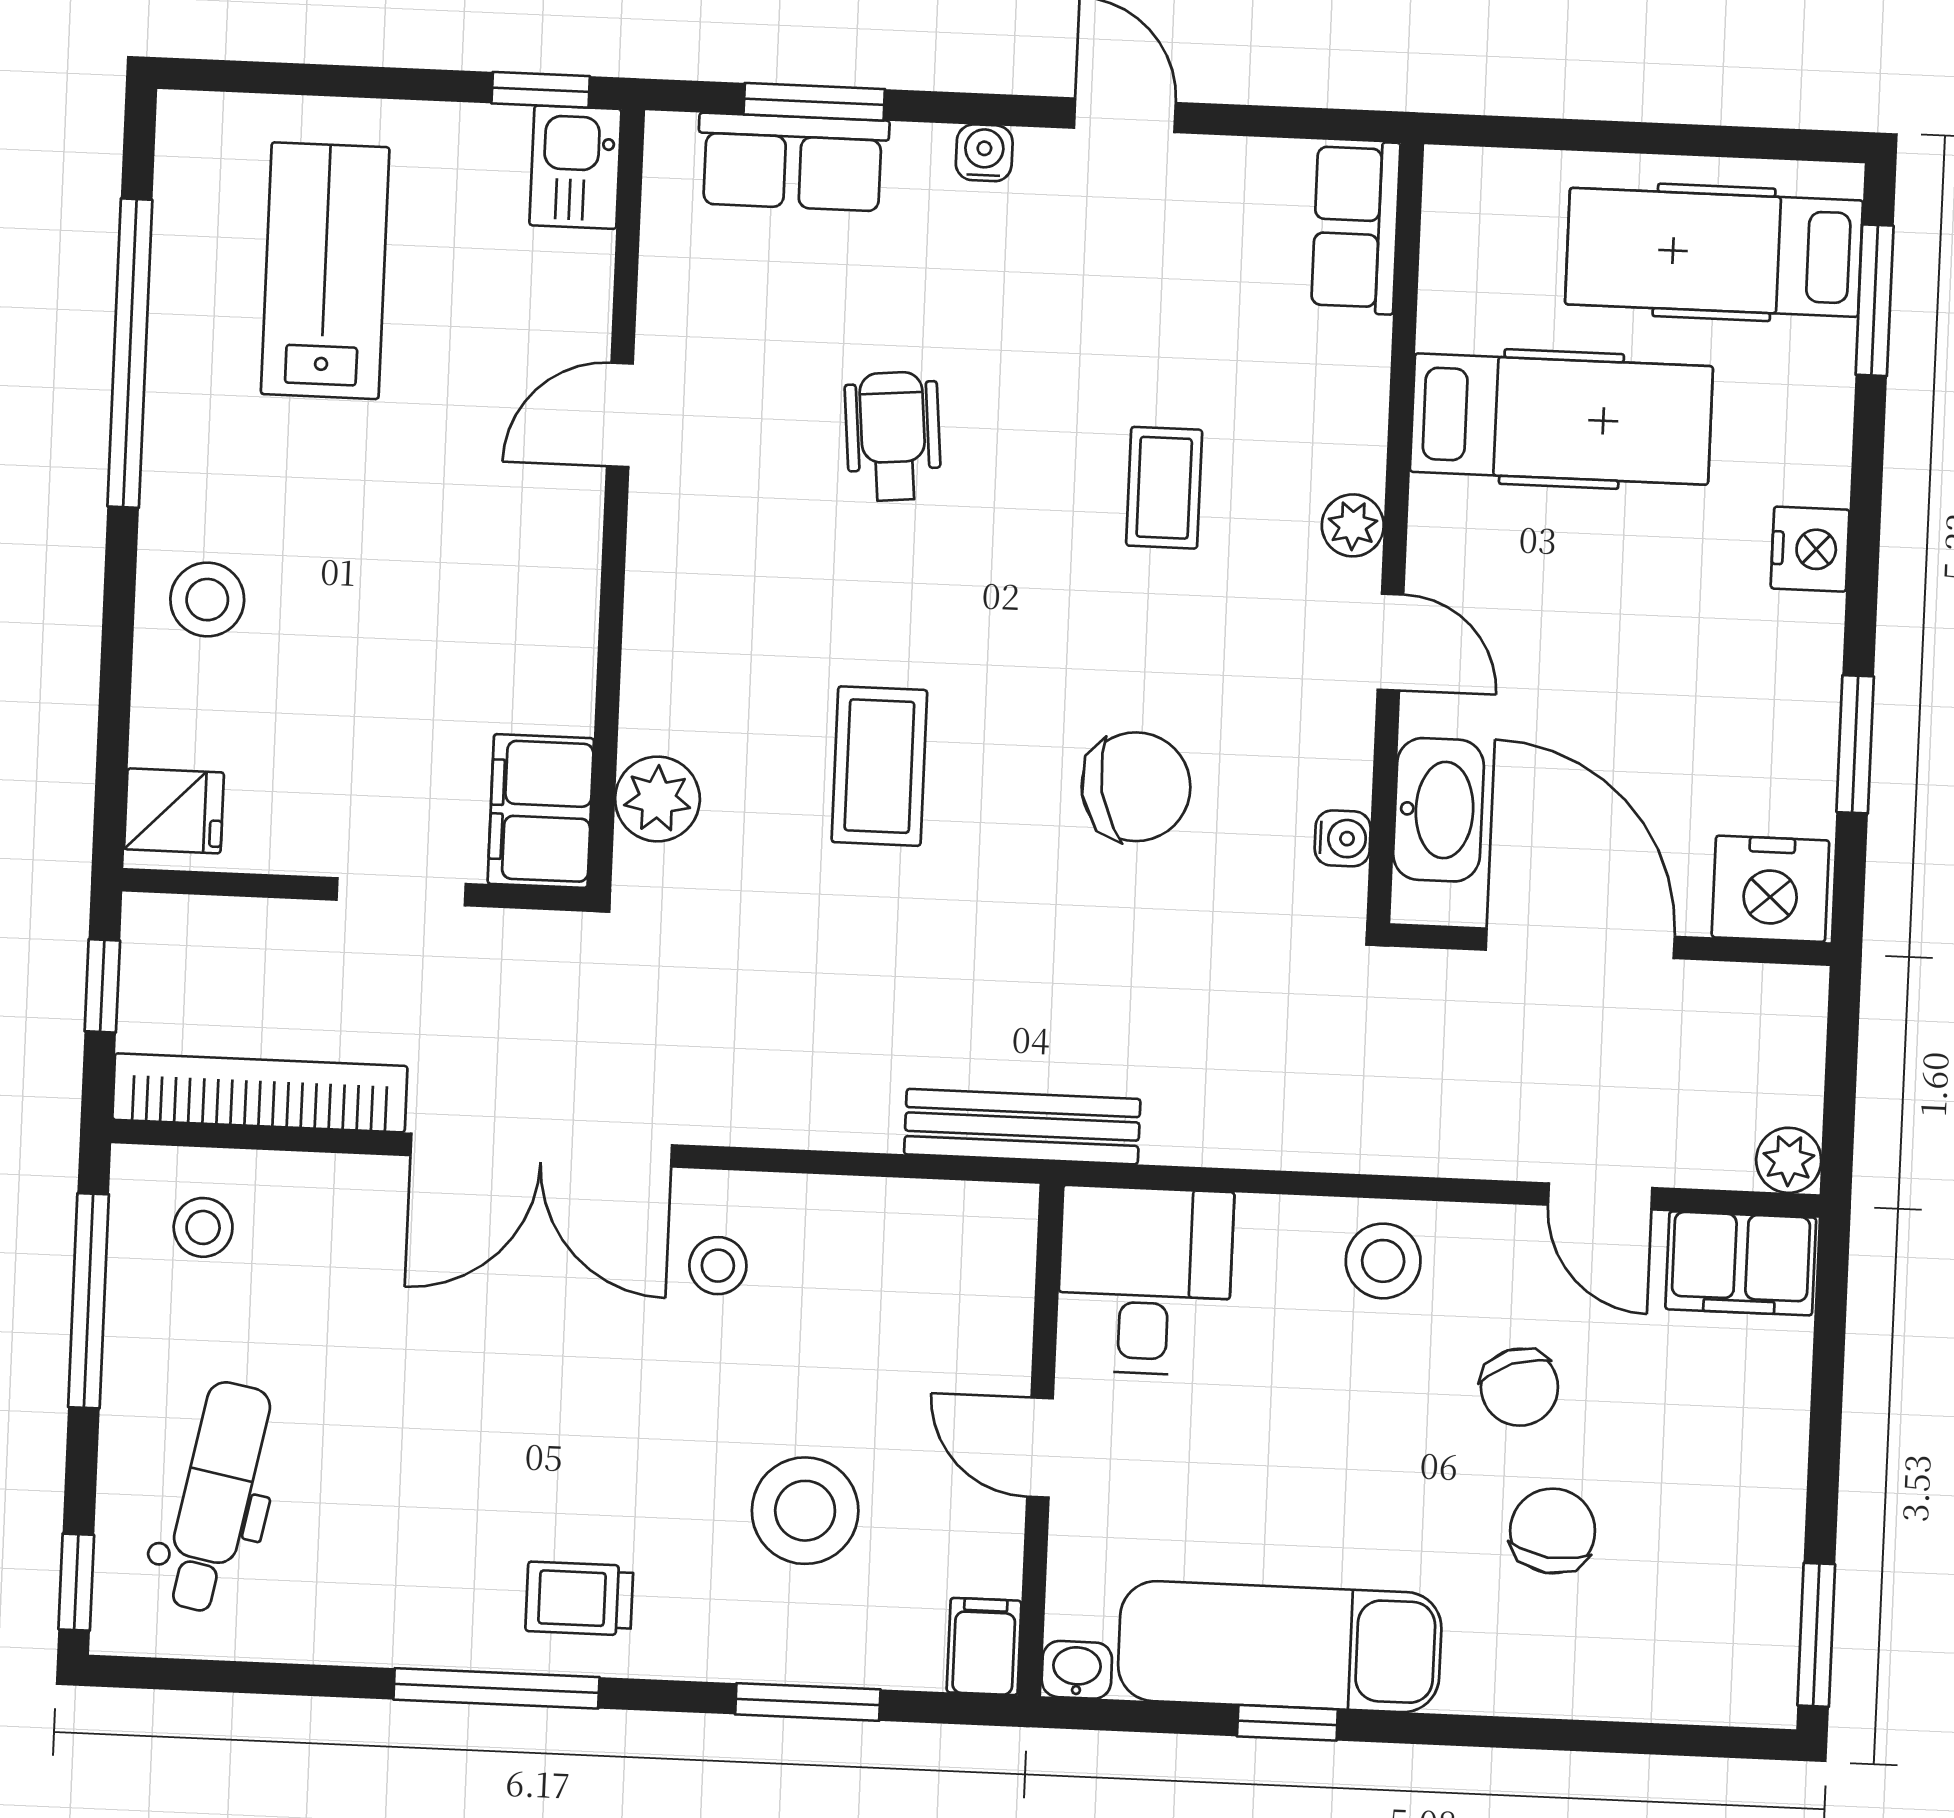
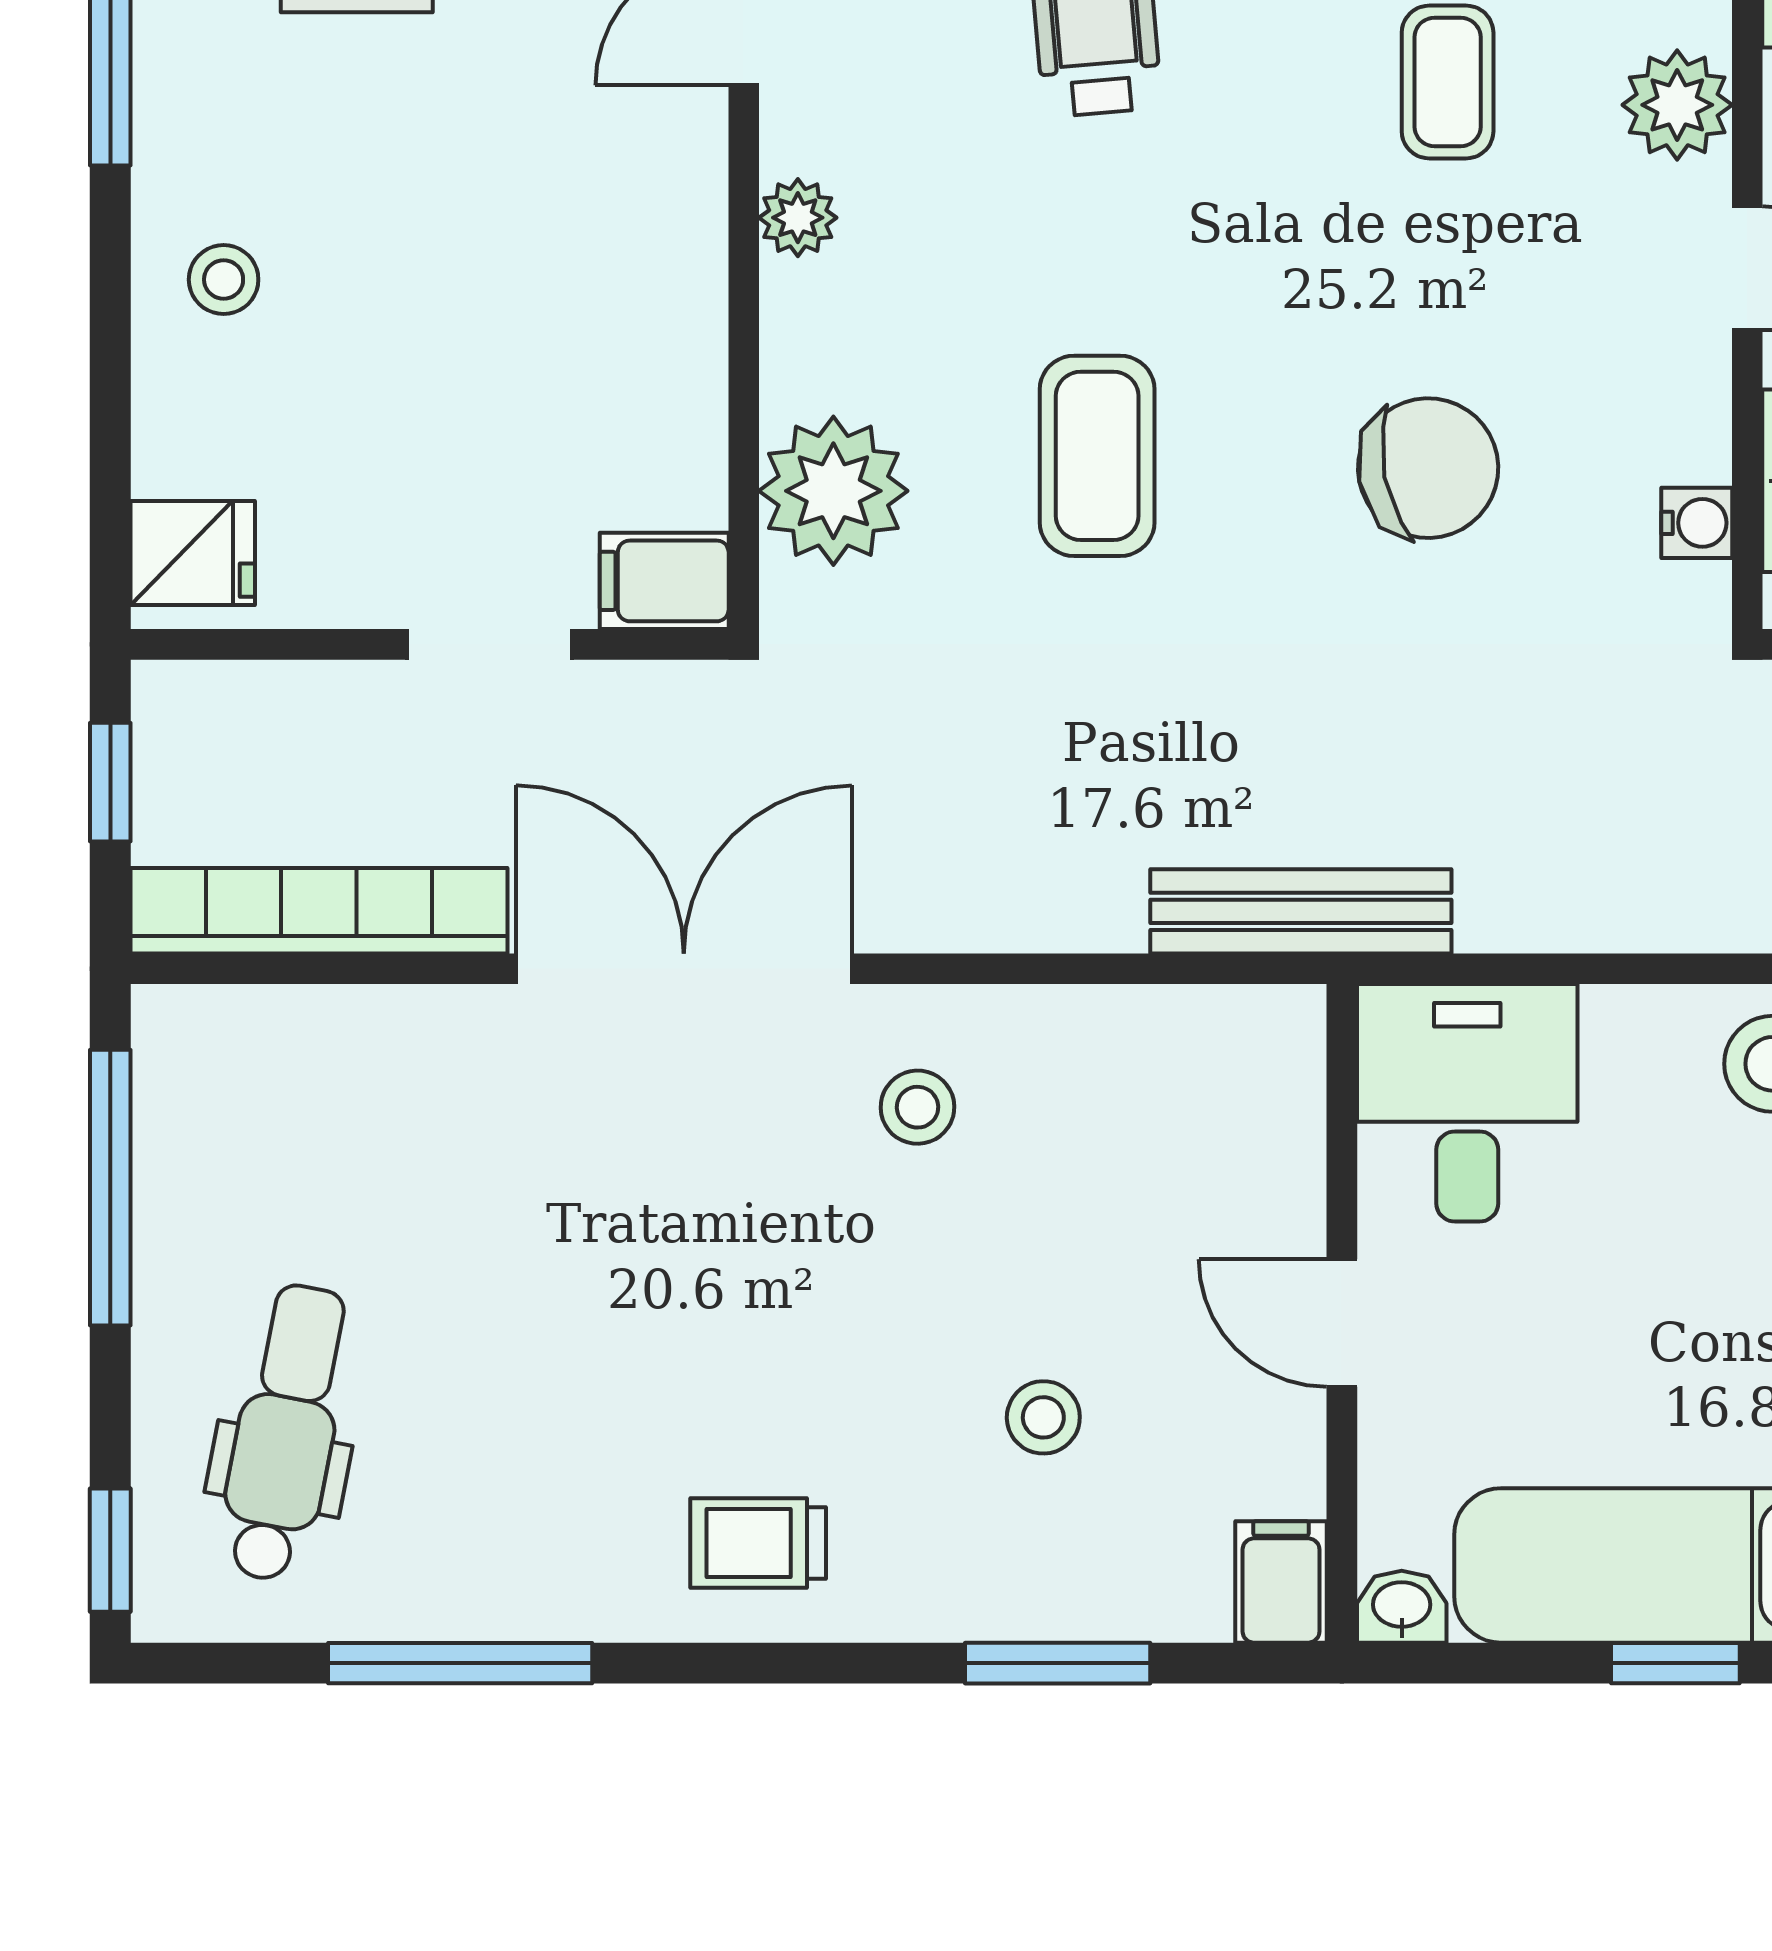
plant: (1353, 525) -> (1677, 105), width x1.38, depth x1.38
plant: (655, 571) -> (798, 218), added
stool: (207, 600) -> (224, 280), width x0.73, depth x0.73
plant: (657, 799) -> (833, 491), width x1.36, depth x1.36
filing cabinet: (541, 811) -> (664, 581), width x0.50
double door: (541, 1150) -> (684, 969), swing flipped
stool: (203, 1227) -> (253, 1087), removed
stool: (805, 1511) -> (1043, 1417), width x0.53, depth x0.53
window: (496, 1688) -> (460, 1663), moved

